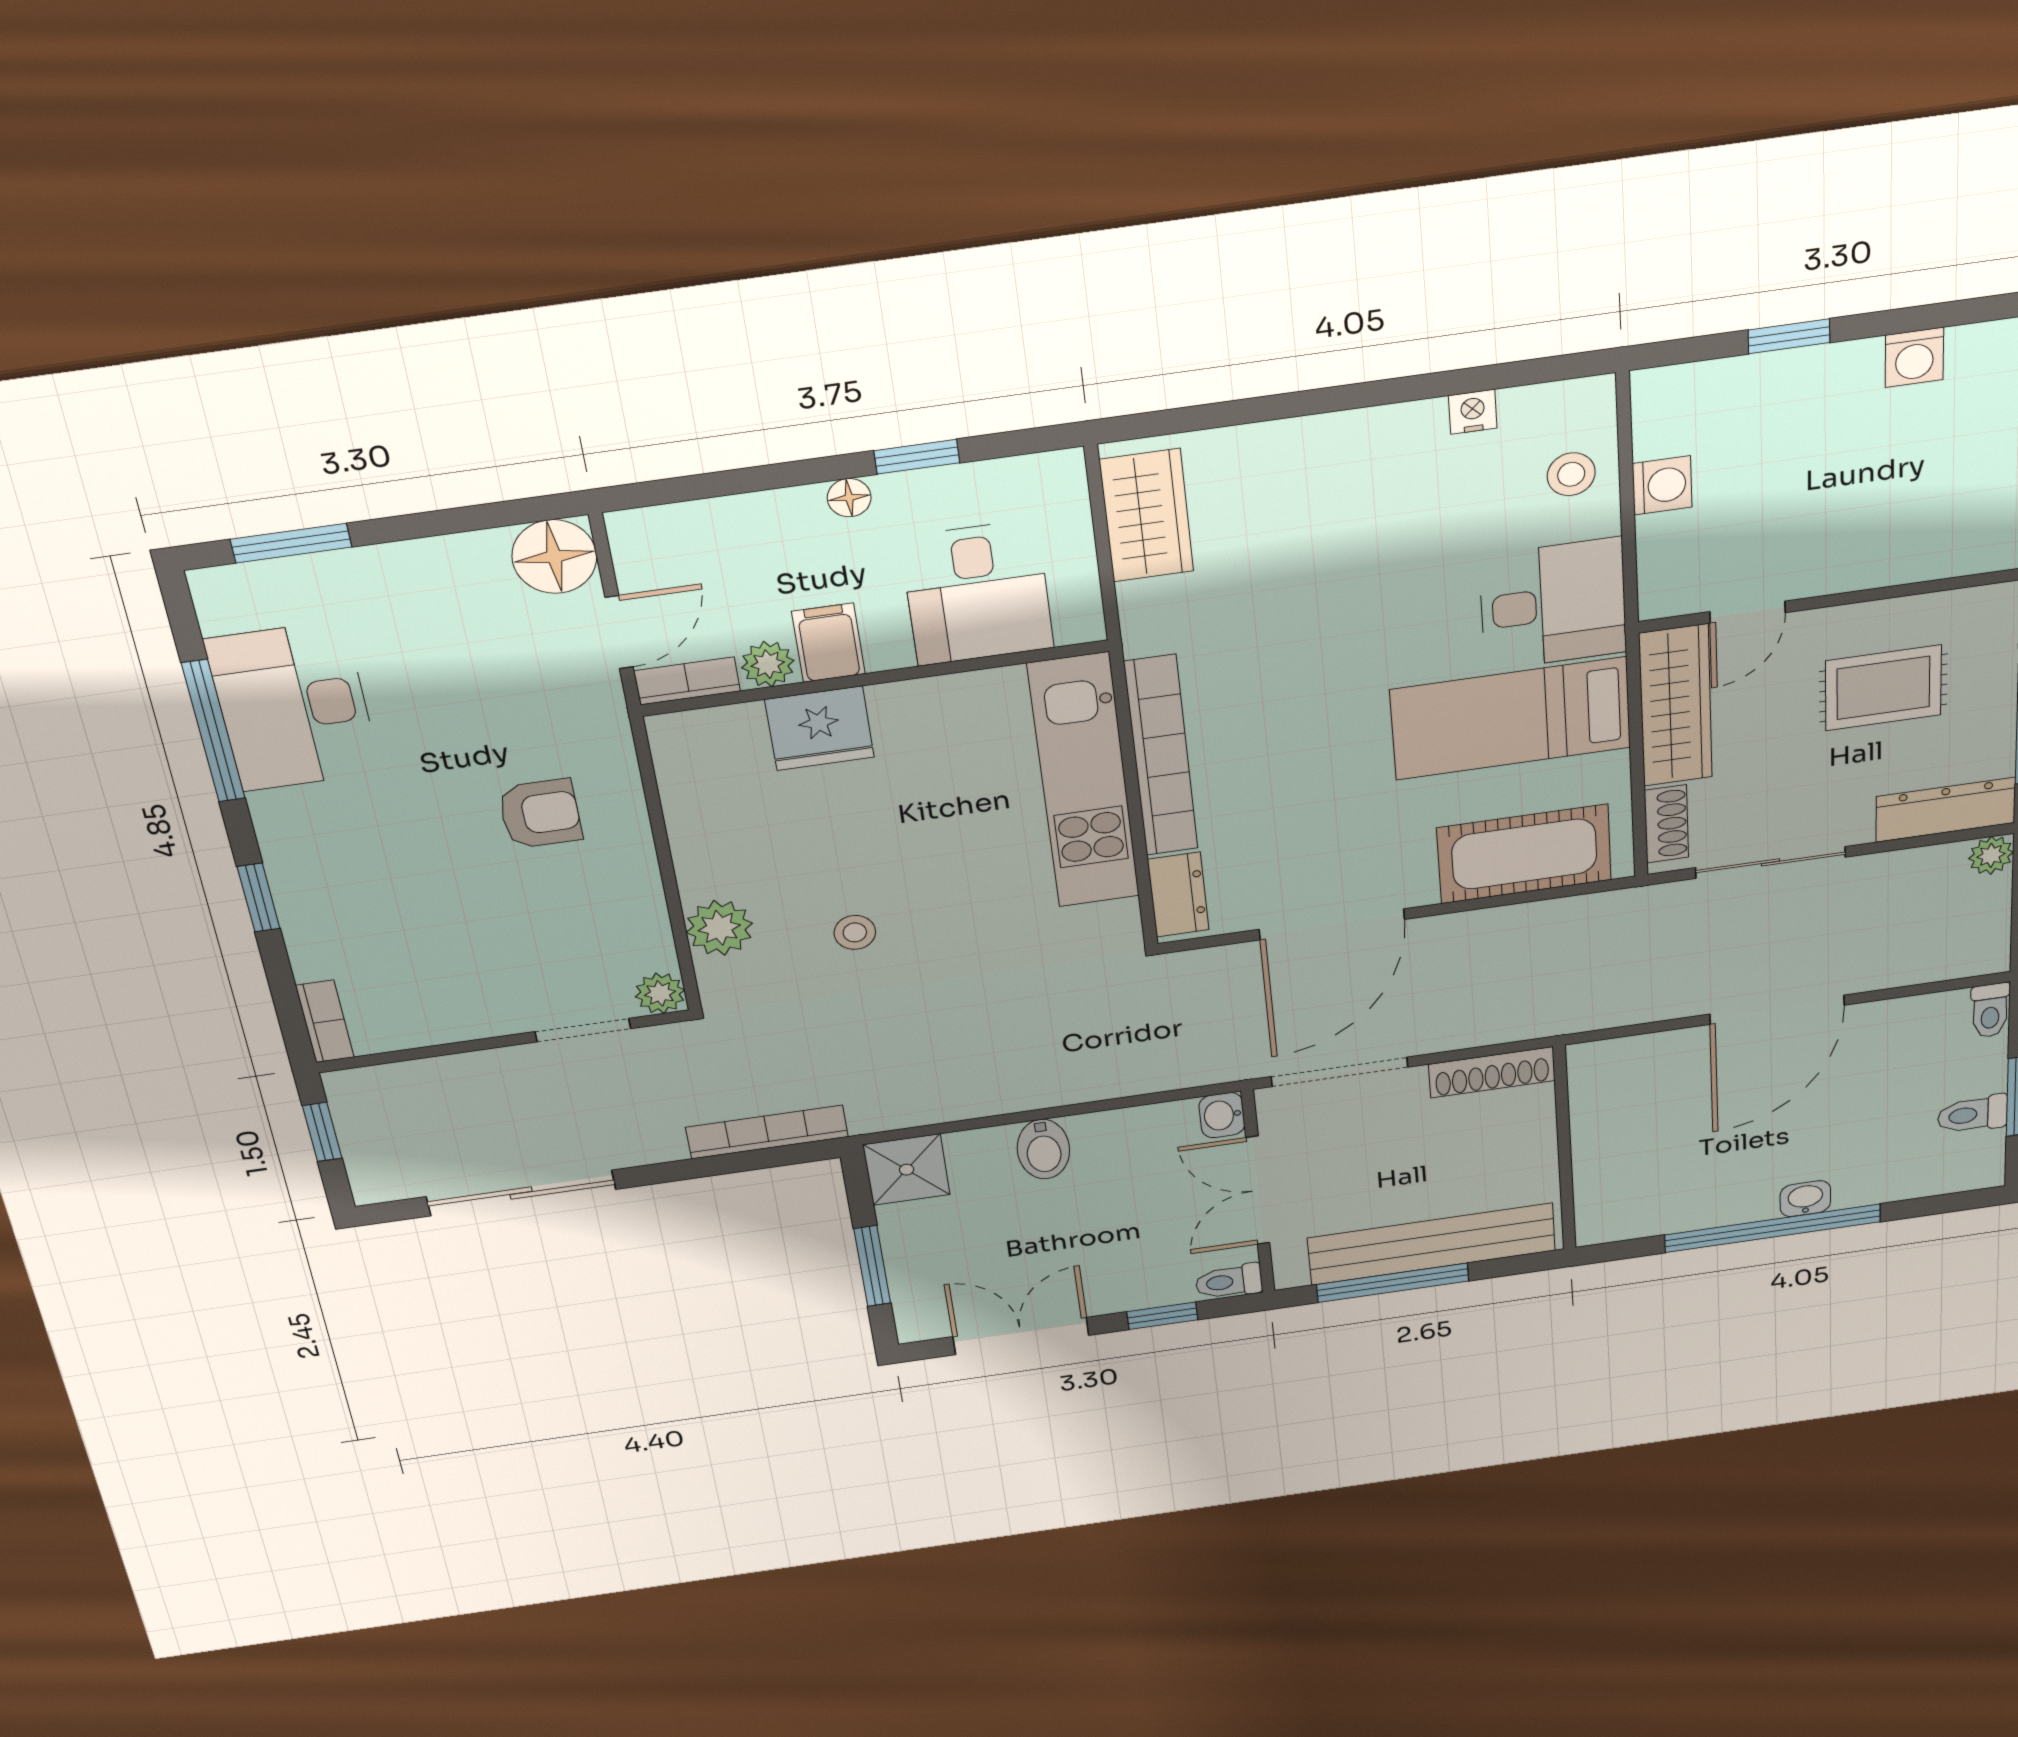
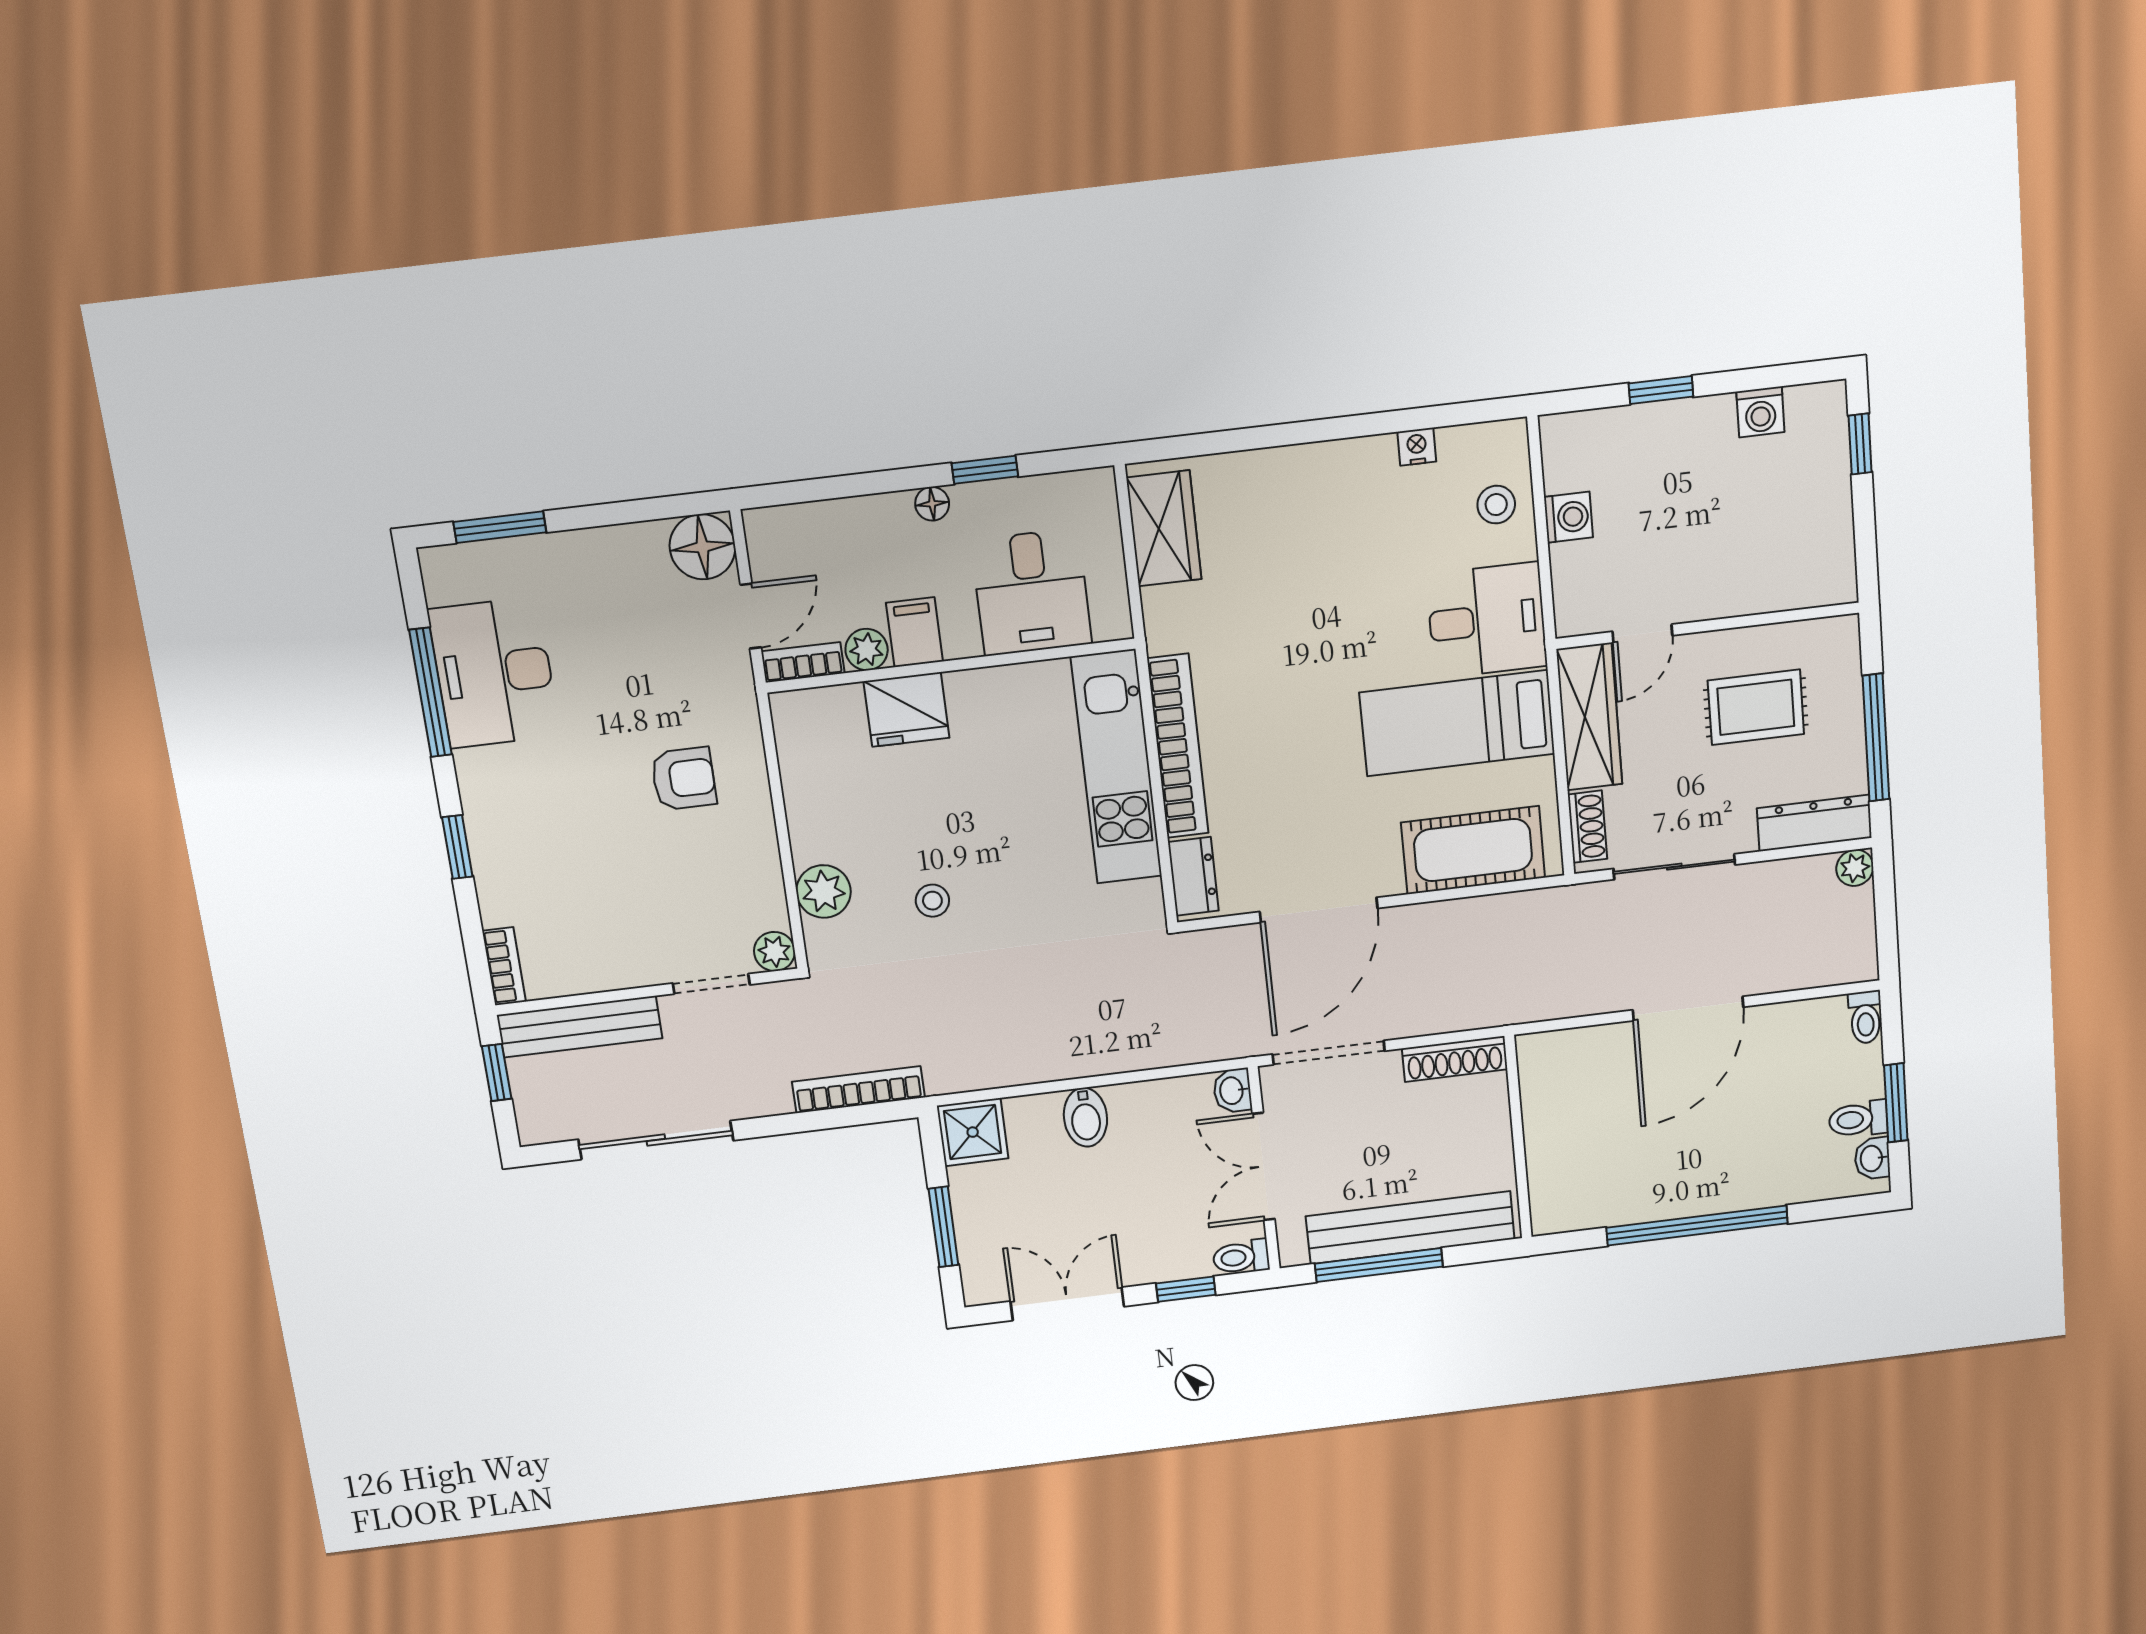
bench: (422, 1081) -> (580, 1027), added
washbasin: (1805, 1199) -> (1872, 1158), moved, turned -90

